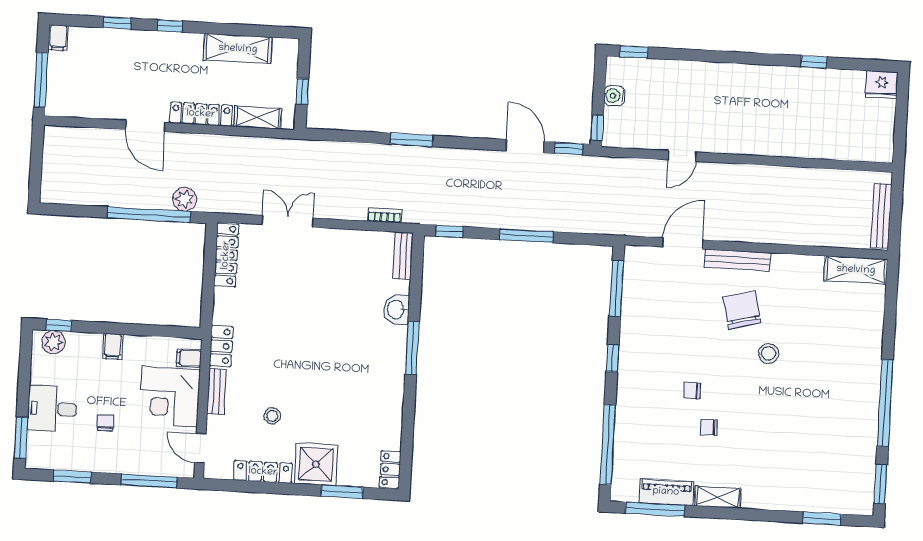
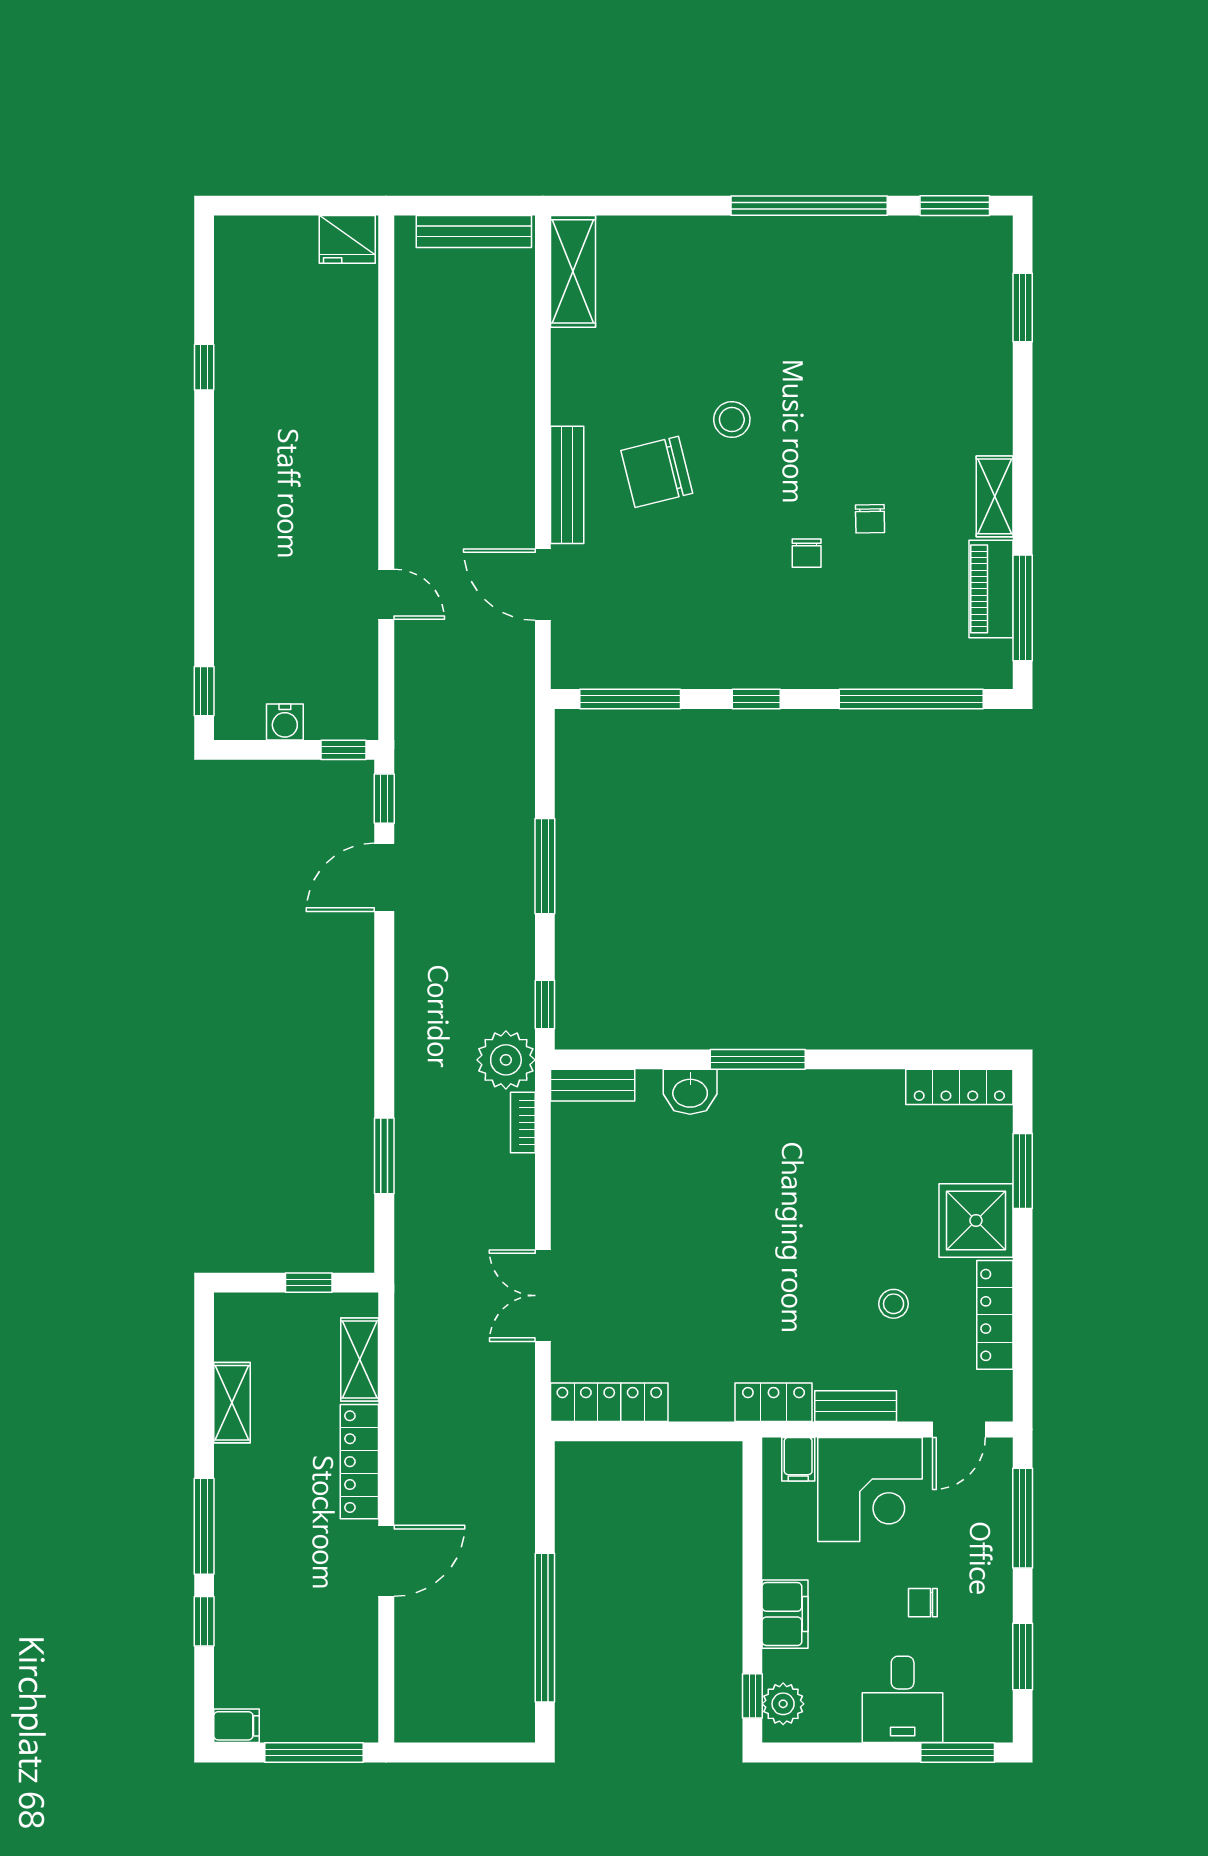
window: (170, 26) -> (204, 1526), width x2.17
shelving: (238, 49) -> (232, 1403), width x0.67, depth x0.75
fridge: (882, 85) -> (347, 239), moved, turned 90
window: (412, 140) -> (384, 1156), moved
plant: (185, 199) -> (506, 1060), moved, width x1.36, depth x1.36
window: (149, 215) -> (545, 1628), moved
filing cabinet: (113, 347) -> (785, 1614), width x2.00
locker: (390, 469) -> (959, 1087), width x1.53

